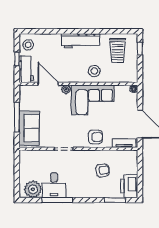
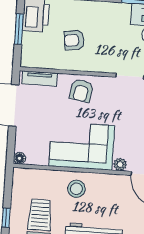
armchair: (95, 137) -> (81, 91), turned -80
window: (140, 175) -> (19, 29), added

